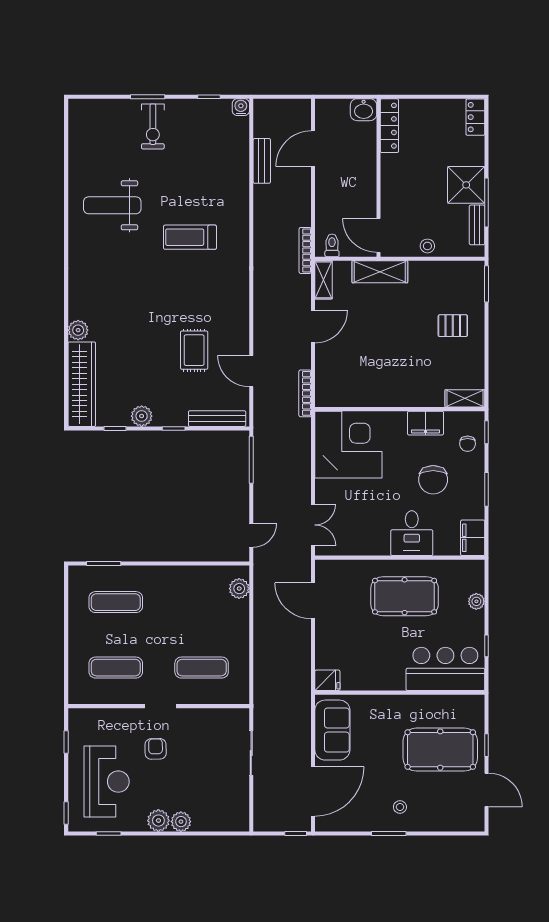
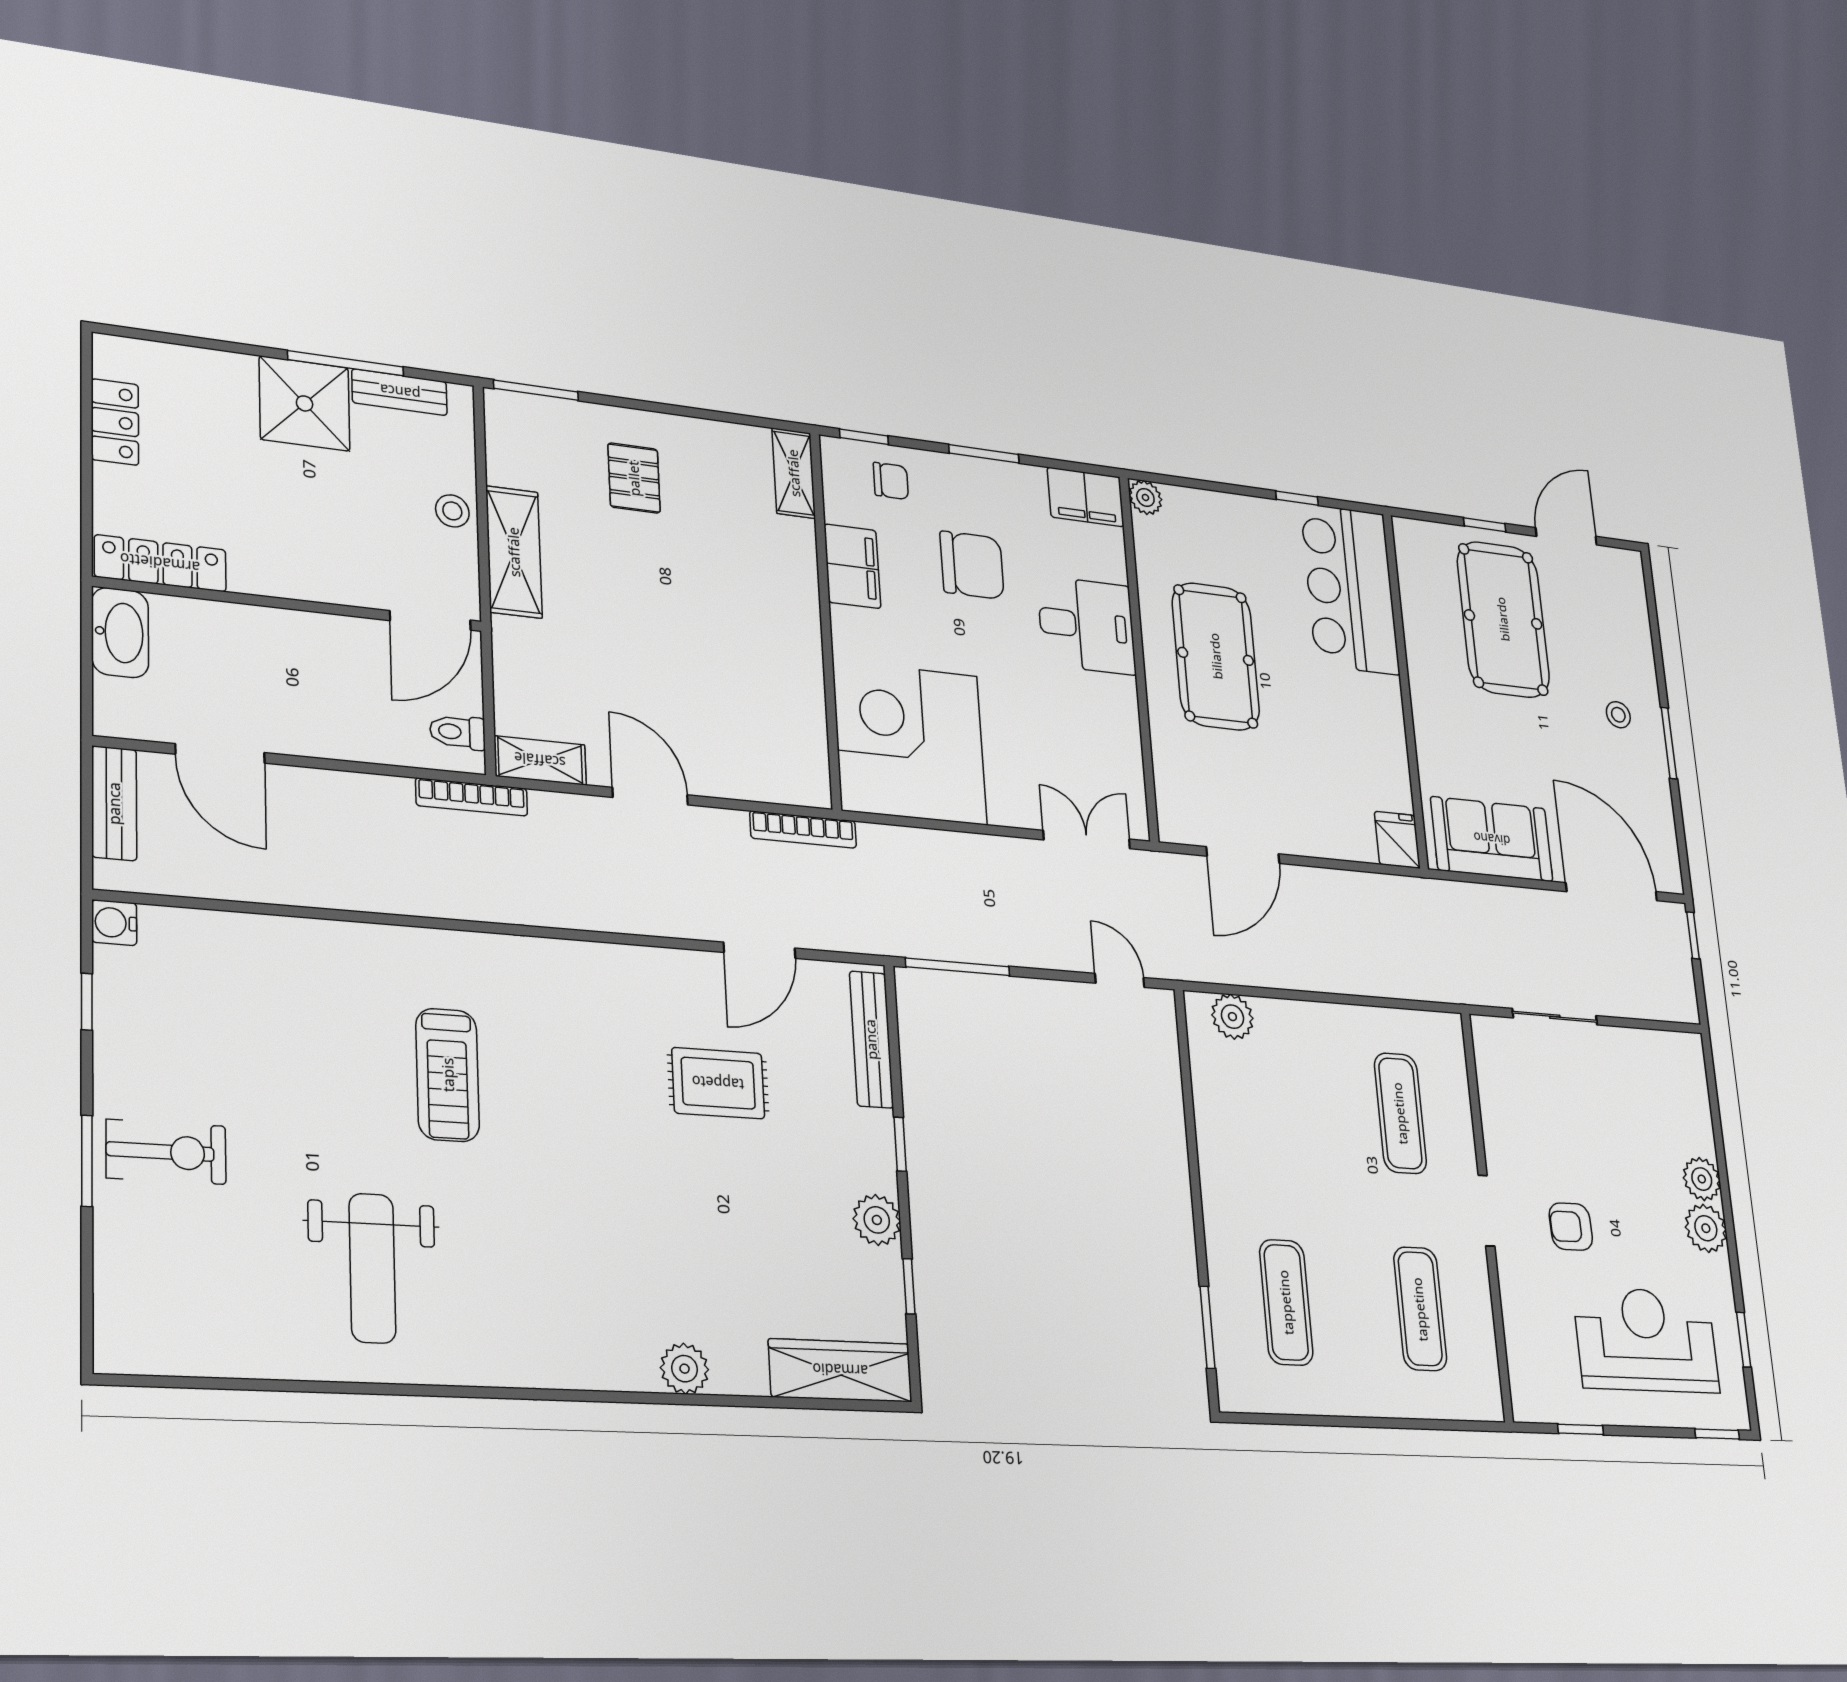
washbasin: (364, 110) -> (120, 633), width x1.38
locker: (475, 117) -> (115, 422), moved, turned -90
bench: (262, 161) -> (114, 803), moved, turned 90
shelving: (380, 272) -> (514, 552), moved
wardrobe: (82, 384) -> (840, 1370), width x0.71, depth x0.85
plant: (476, 601) -> (1145, 497), moved

